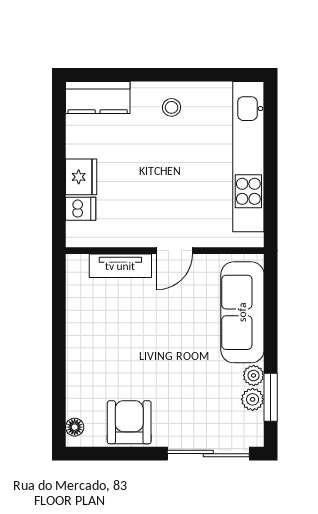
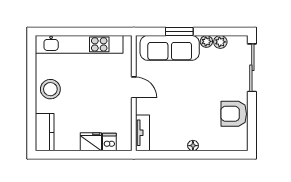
stool: (172, 107) -> (50, 89), width x1.89, depth x1.89
tv unit: (120, 266) -> (143, 133), moved
window: (271, 397) -> (179, 31), moved
floor lamp: (75, 427) -> (193, 146), moved

